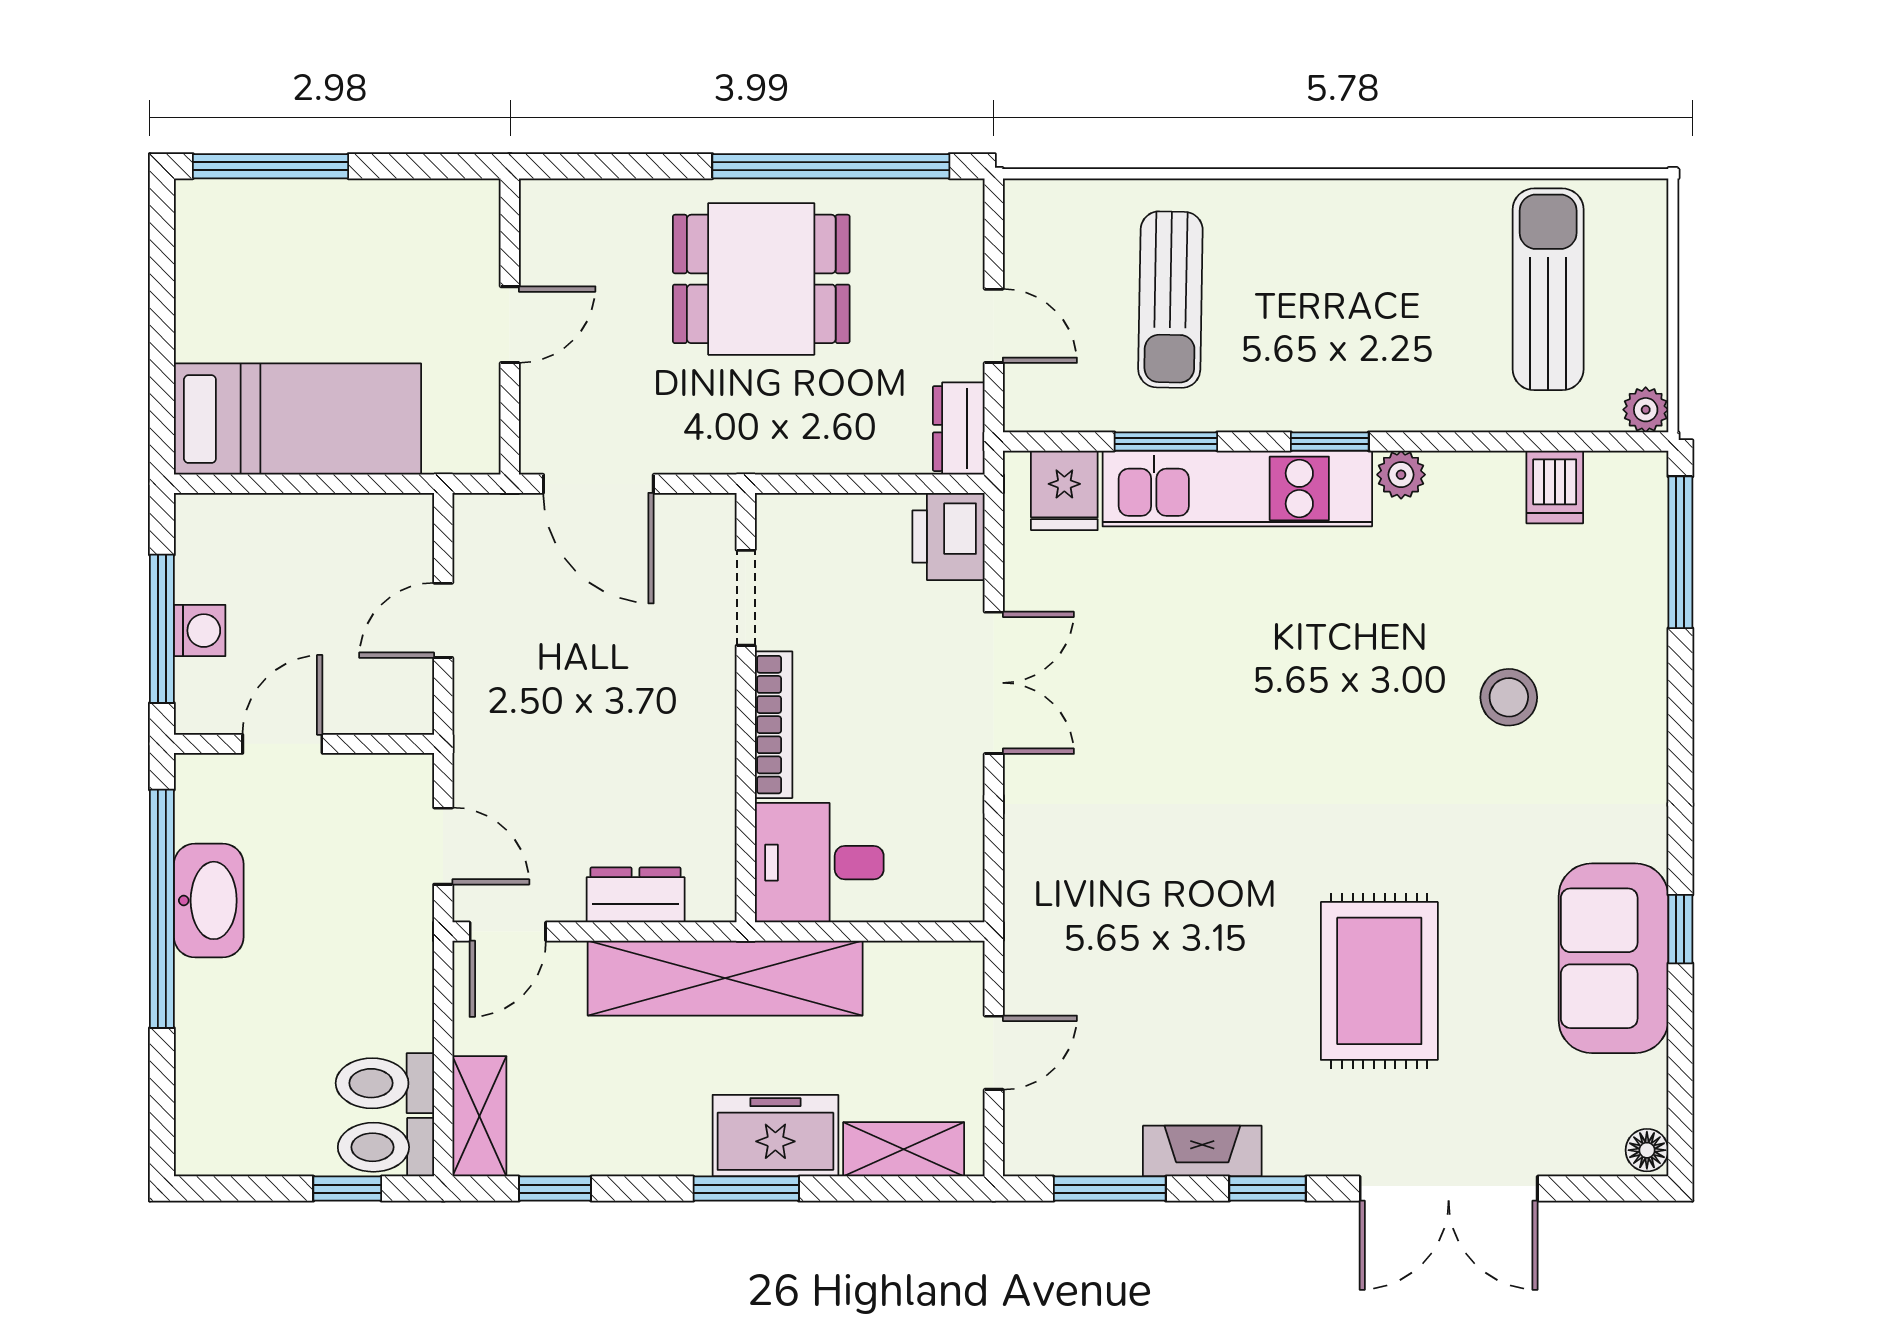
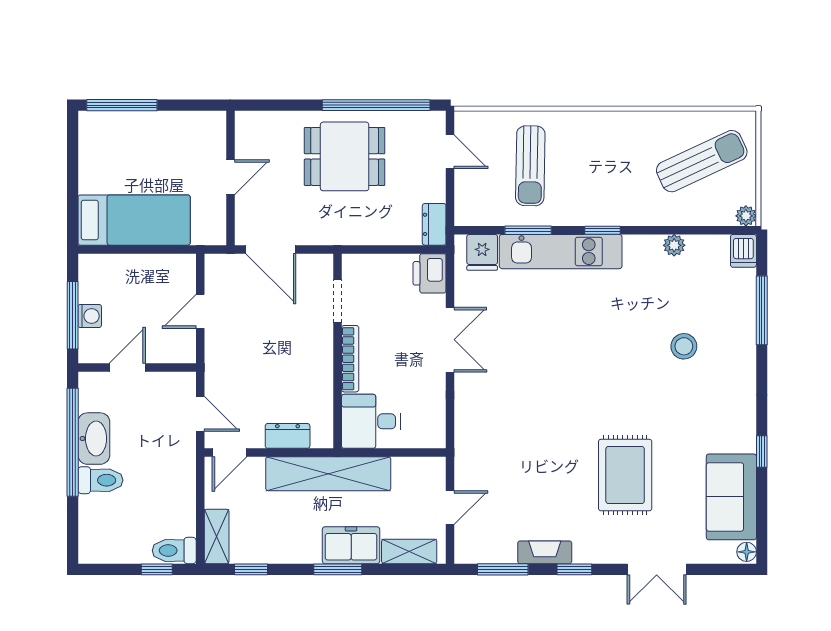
sun lounger: (1548, 289) -> (702, 161), turned 65
door: (994, 326) -> (450, 152), moved
plant: (1401, 475) -> (674, 245), moved
dishwasher: (1555, 487) -> (743, 251), moved
window: (1680, 552) -> (762, 310), moved
sofa: (1613, 958) -> (731, 497), moved
toilet: (385, 1083) -> (100, 480), moved, turned 180
double door: (1449, 1189) -> (657, 569), width x0.73

